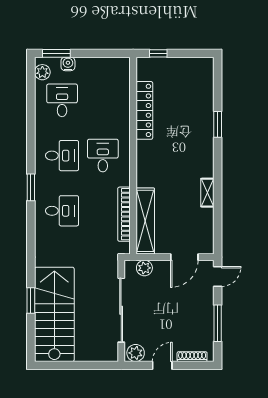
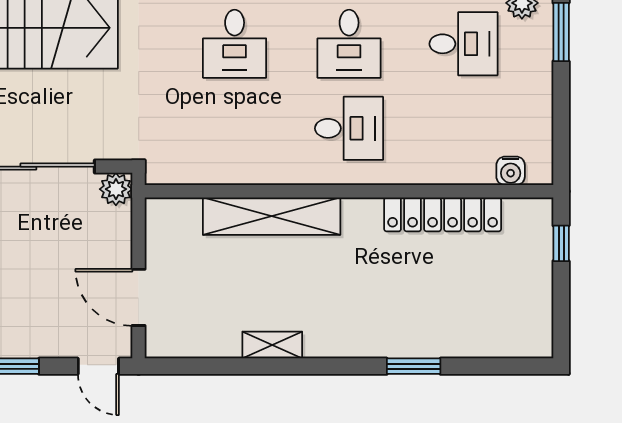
water cooler: (68, 64) -> (511, 171), moved, turned 90
bookcase: (124, 214) -> (227, 172), removed
shelving: (145, 221) -> (272, 216), moved
plant: (144, 268) -> (116, 189), moved

